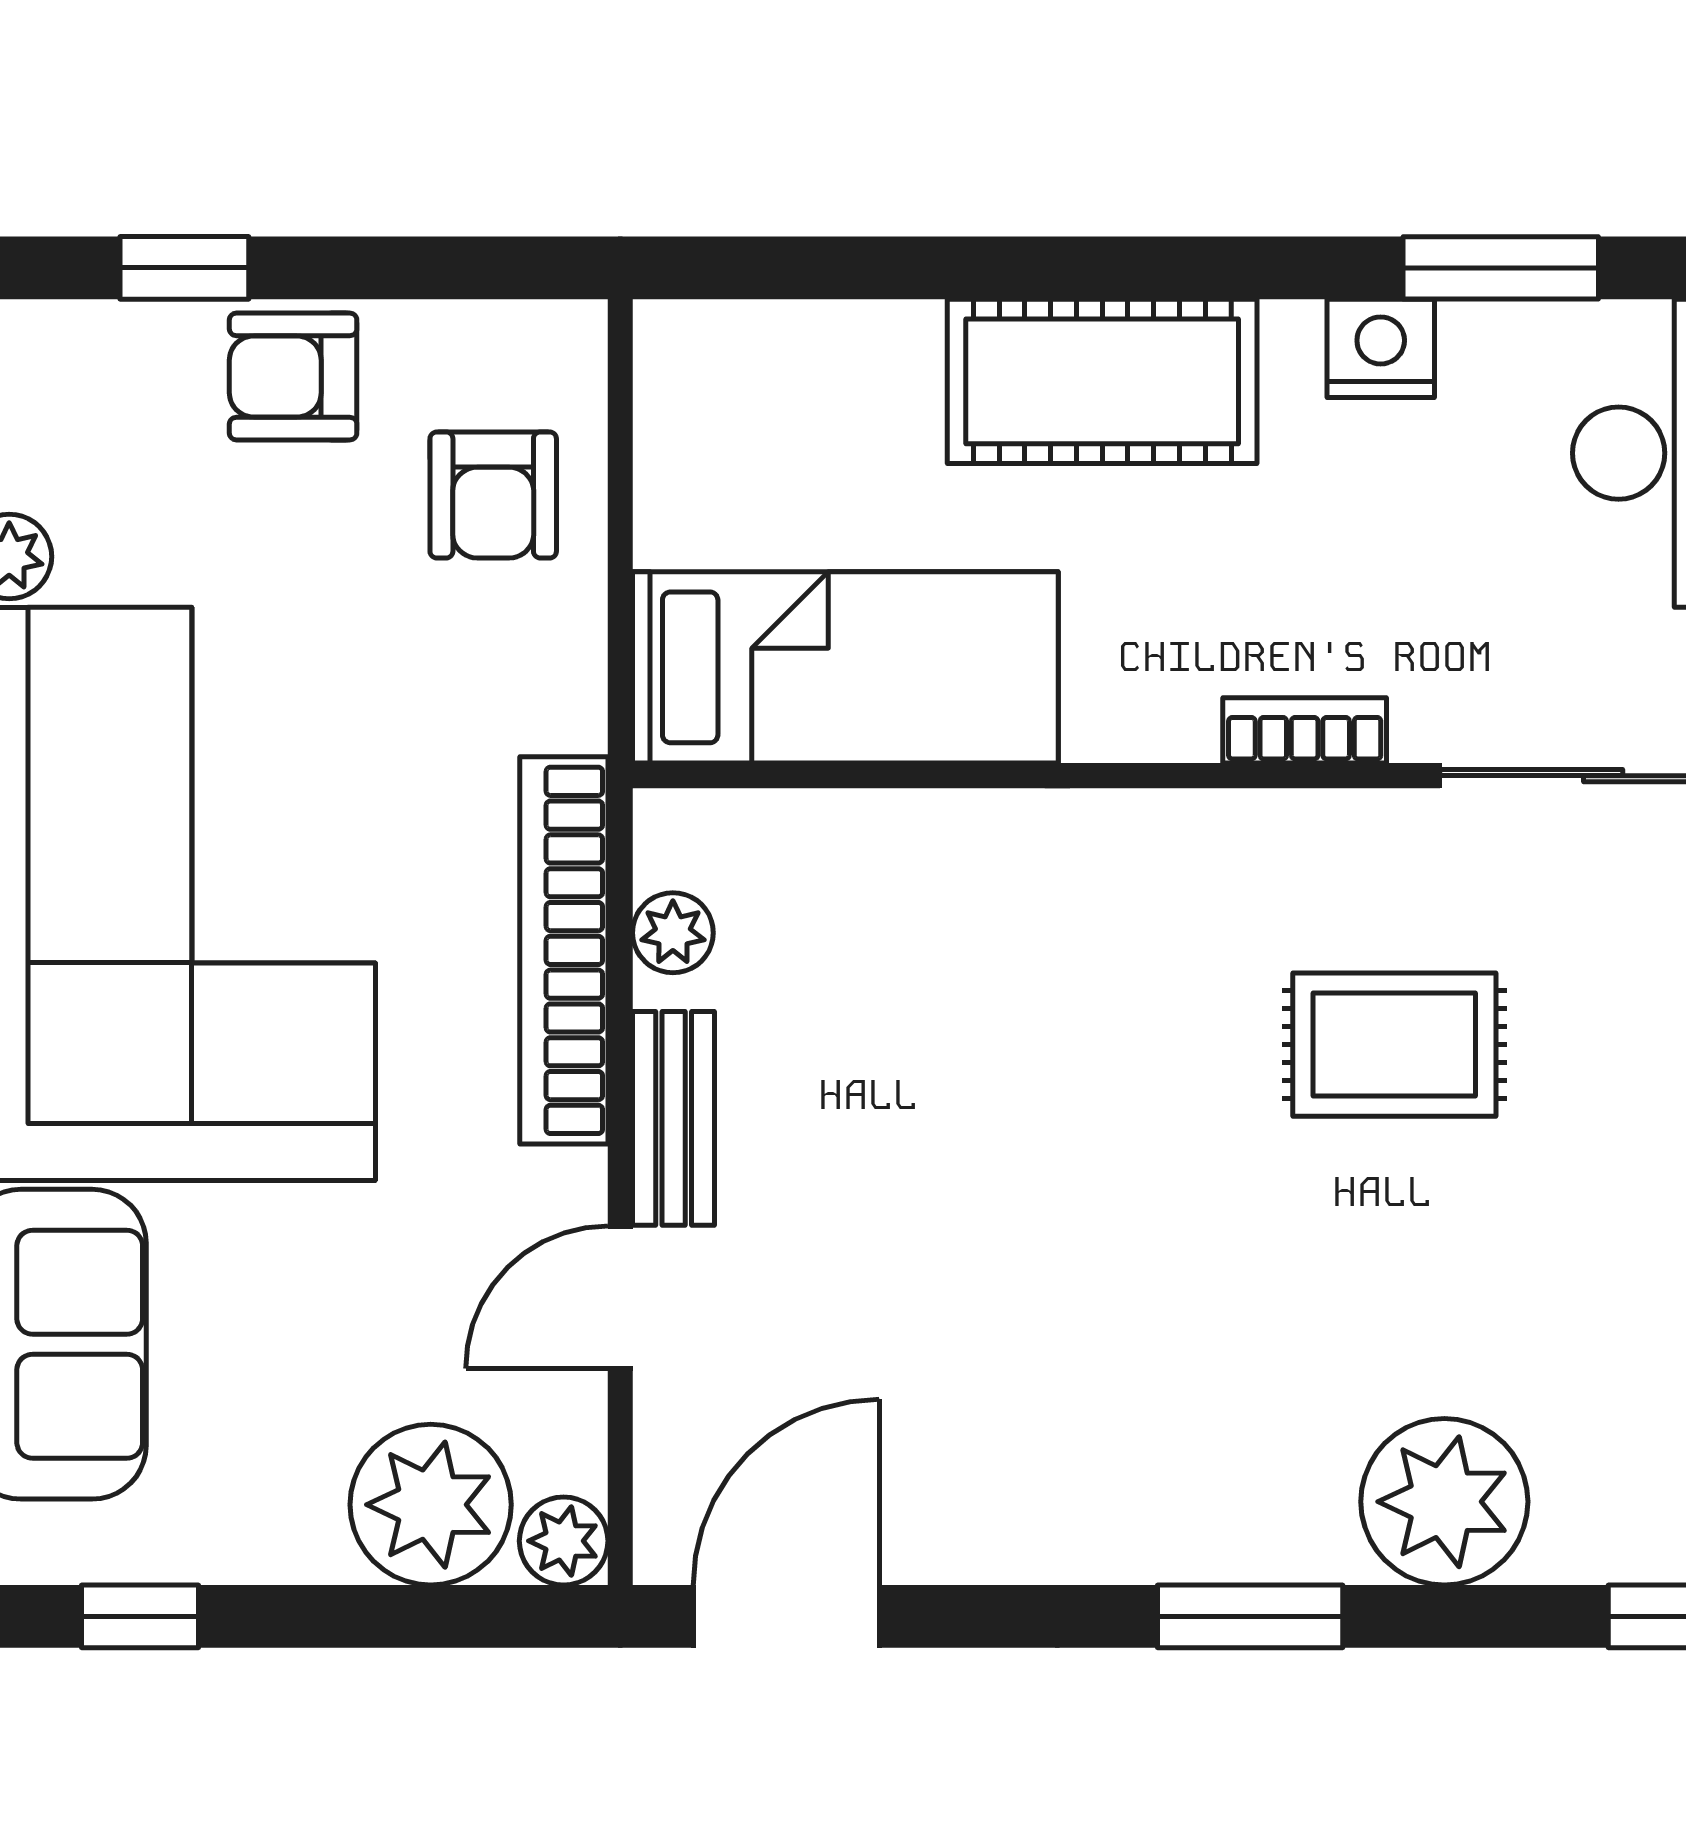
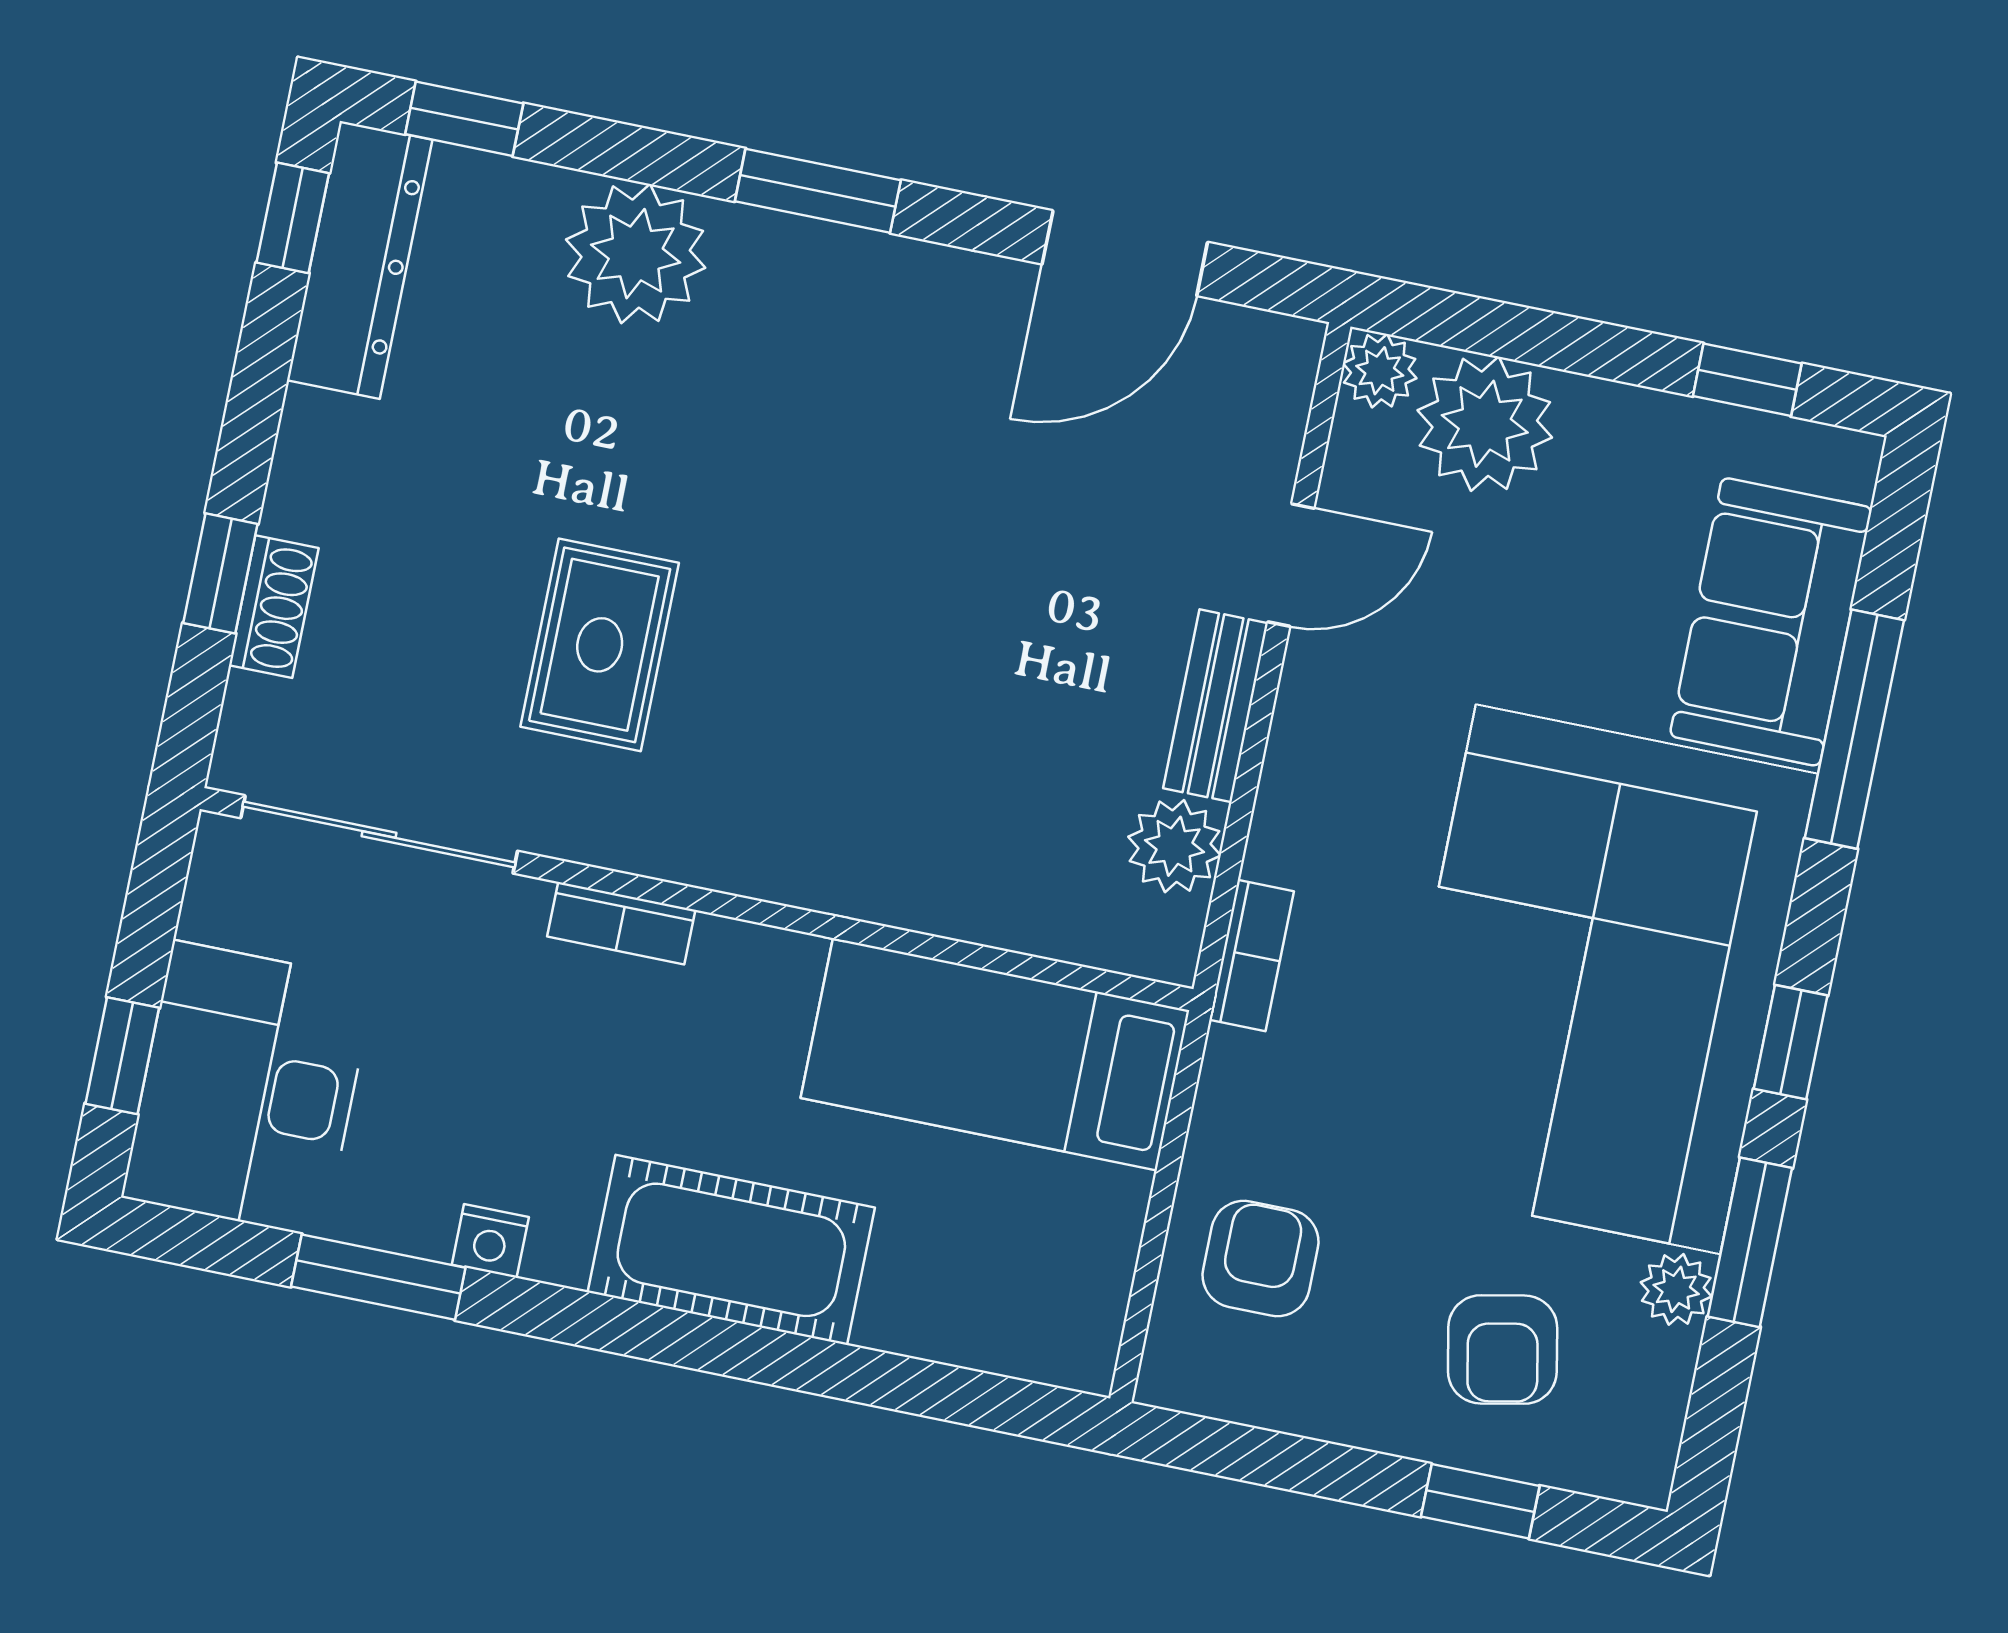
nightstand: (1381, 348) -> (490, 1241), width x0.72, depth x0.74
armchair: (293, 376) -> (1503, 1349), moved, turned 79
plant: (673, 933) -> (1175, 846), width x1.38, depth x1.38
bookcase: (564, 950) -> (1251, 955), width x0.43, depth x0.76
rug: (1394, 1045) -> (600, 645), turned 90
door: (786, 1616) -> (1125, 253), moved

